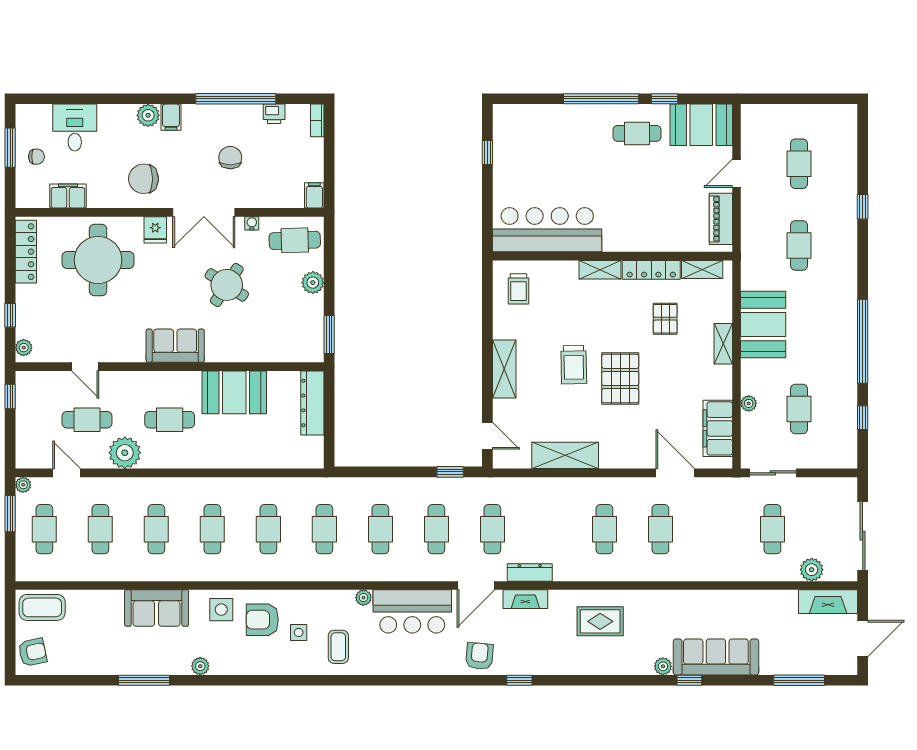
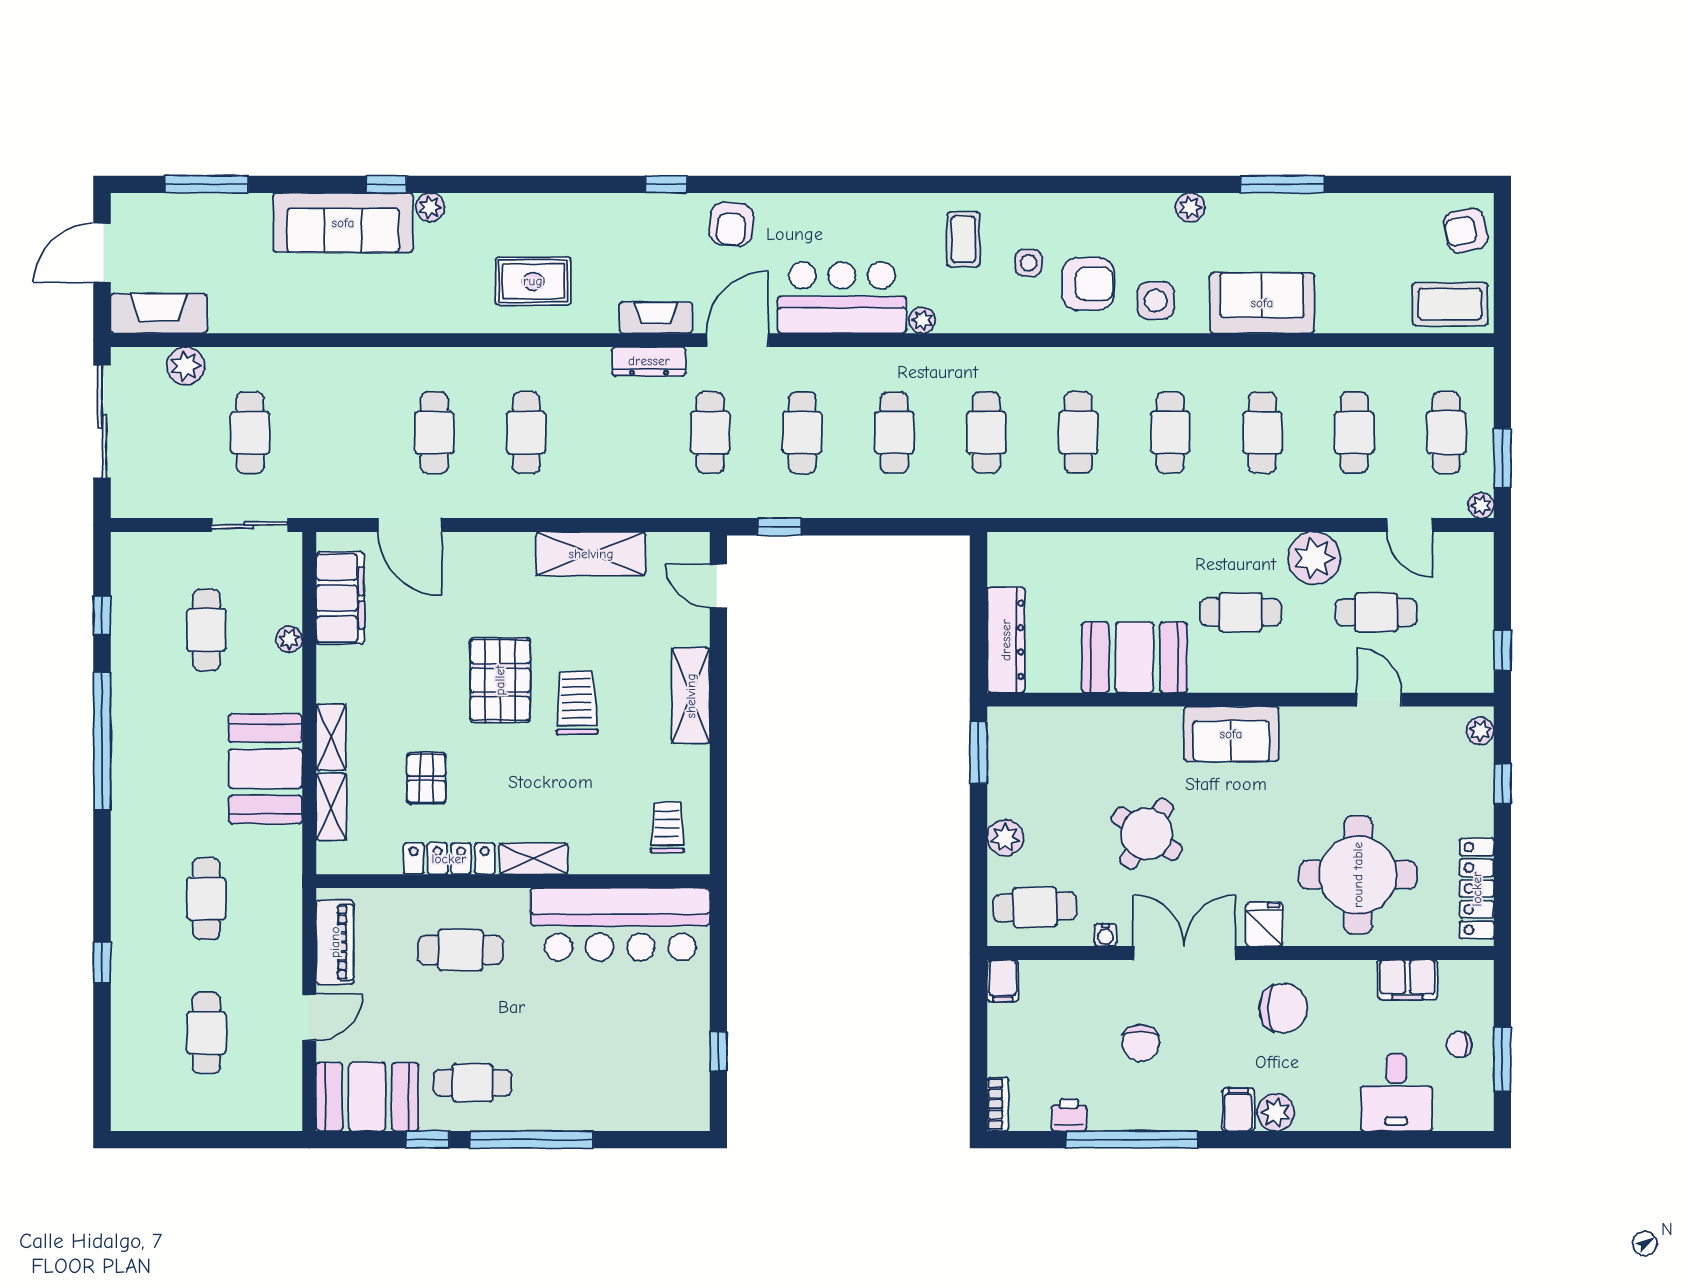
cafe table: (644, 214) -> (460, 950), added
shelving: (702, 270) -> (331, 807), moved, turned 90

